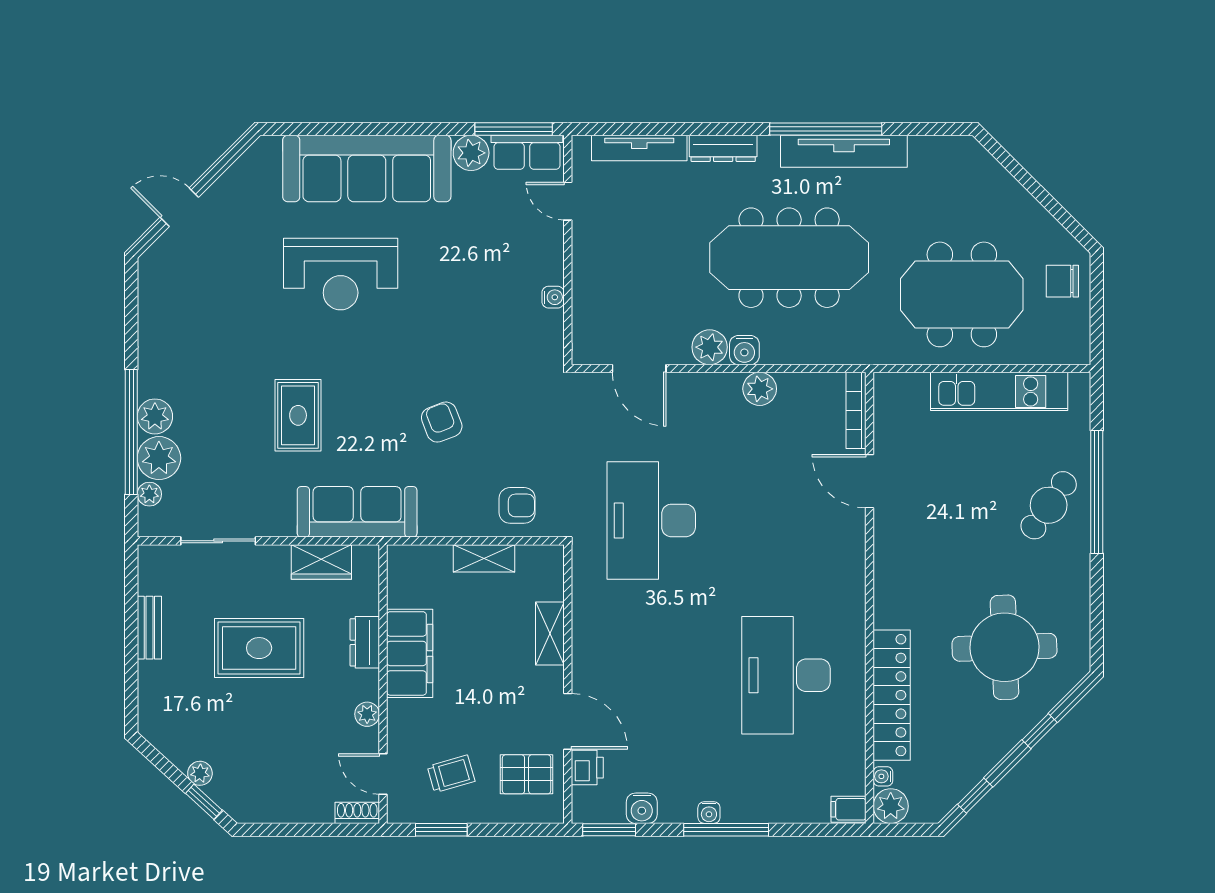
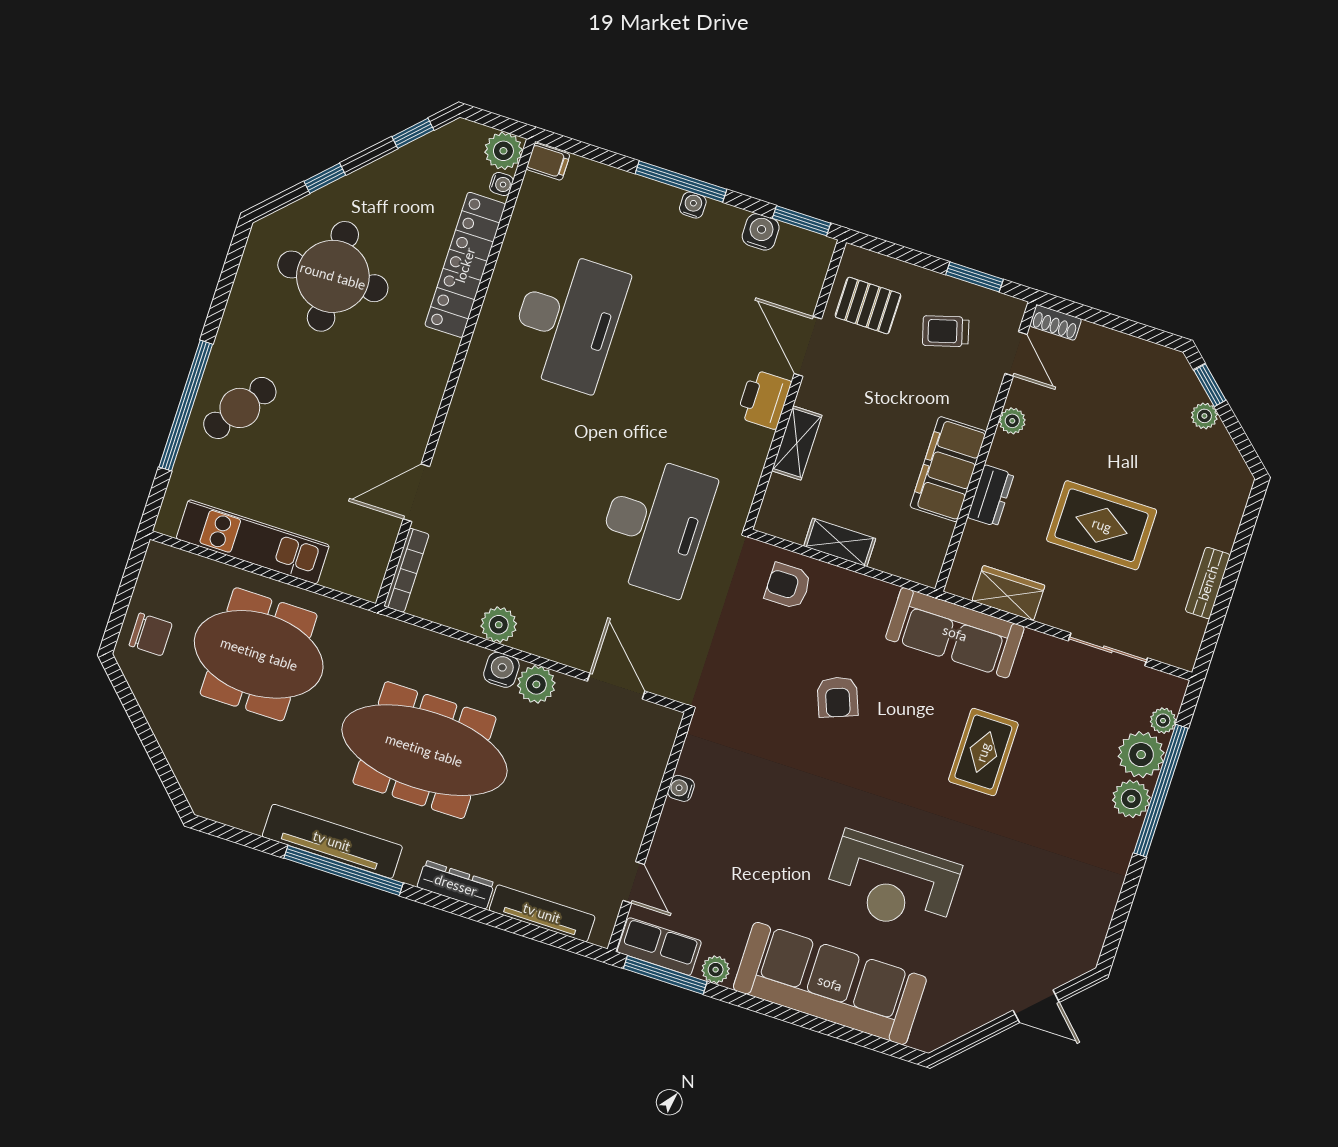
plant: (471, 153) -> (716, 970), width x0.73, depth x0.73
reception desk: (341, 274) -> (892, 883), turned 180
door: (869, 481) -> (416, 493), swing flipped
printer: (587, 768) -> (764, 399), moved, width x1.36, depth x1.24

